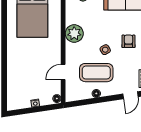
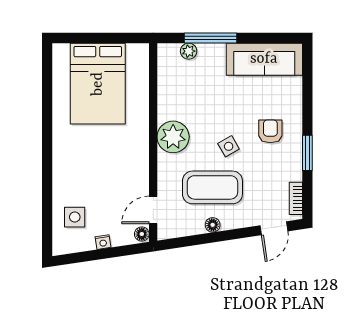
plant: (74, 34) -> (173, 137), moved
door: (63, 72) -> (153, 210), moved
side table: (19, 89) -> (75, 217), added

